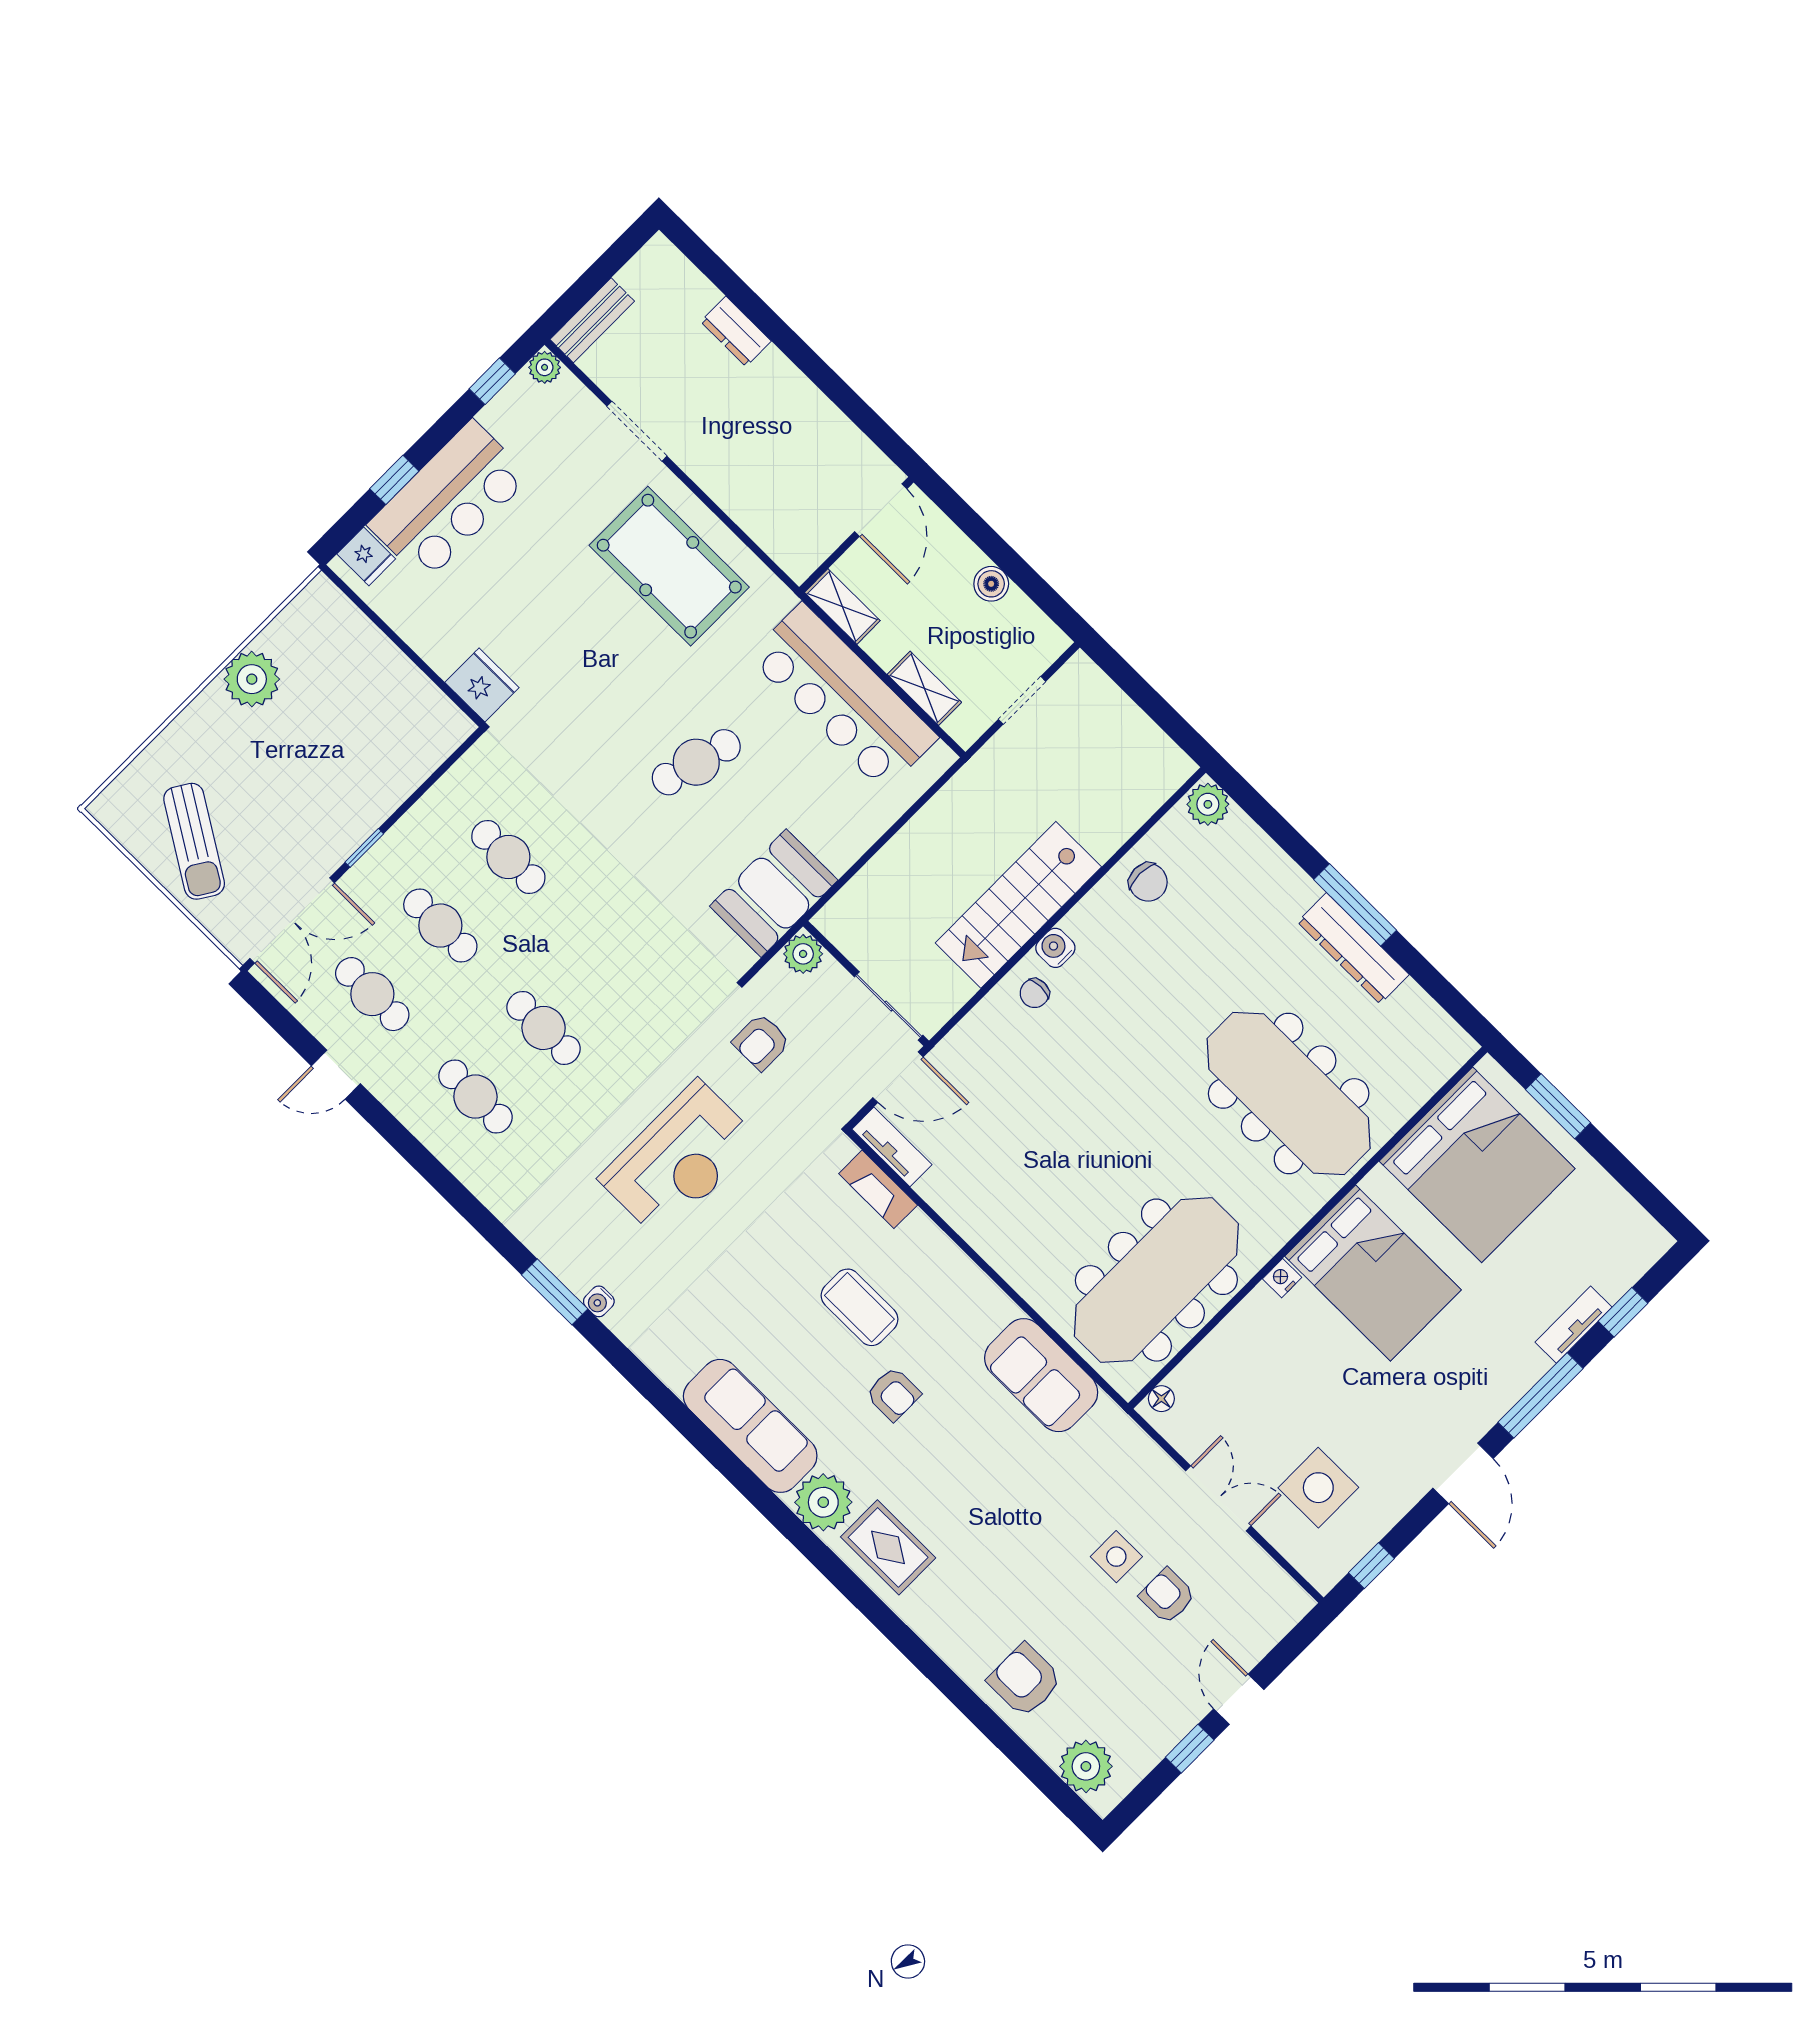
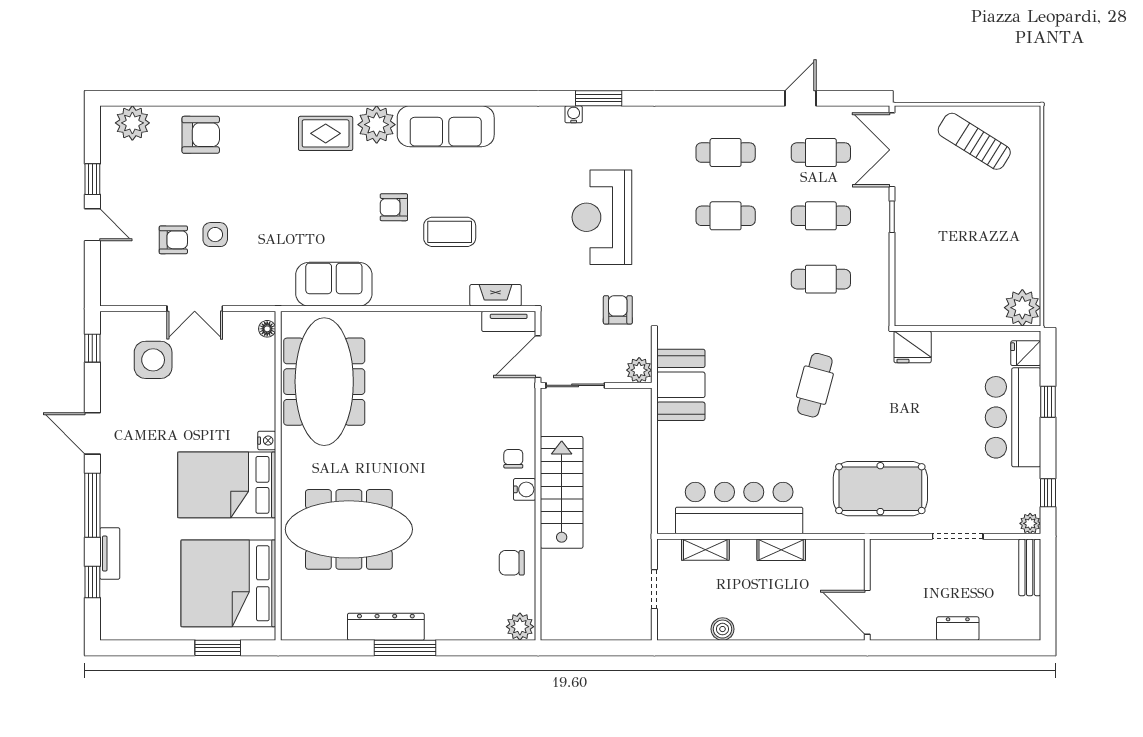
door: (881, 510) -> (867, 612), moved
wall: (856, 535) -> (867, 590), moved
plant: (252, 679) -> (1022, 308), moved
cafe table: (696, 762) -> (815, 385), moved

